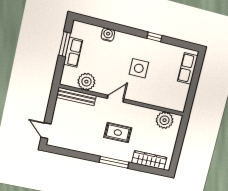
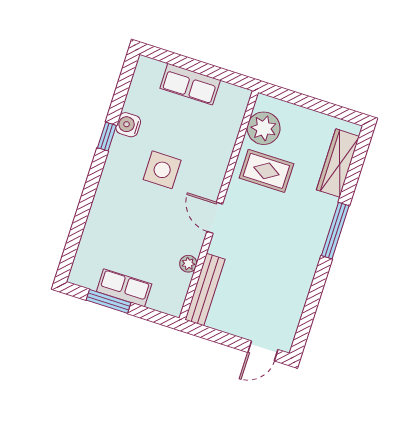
water cooler: (108, 35) -> (128, 125), moved
row of seats: (188, 68) -> (190, 84), moved
plant: (86, 82) -> (188, 264), width x0.53, depth x0.53
rug: (118, 133) -> (266, 171), moved, turned 90

